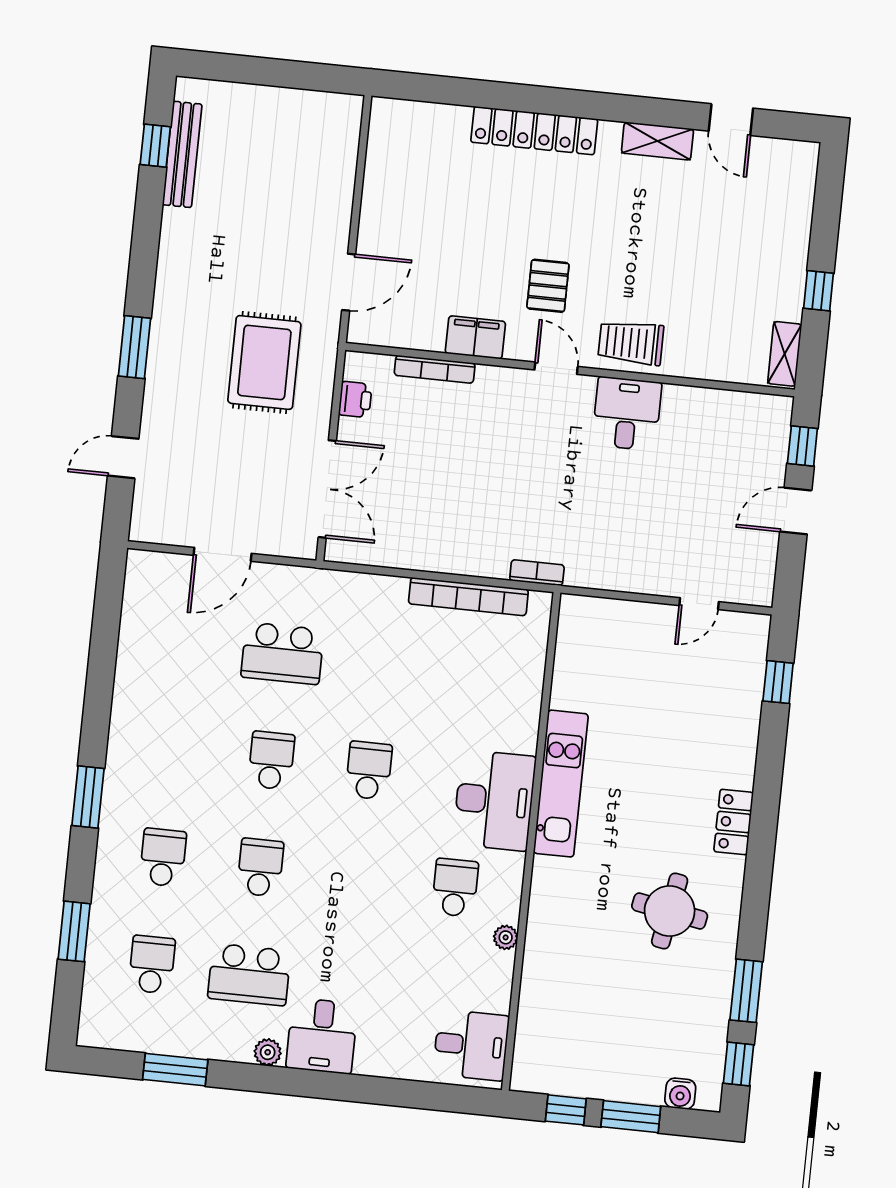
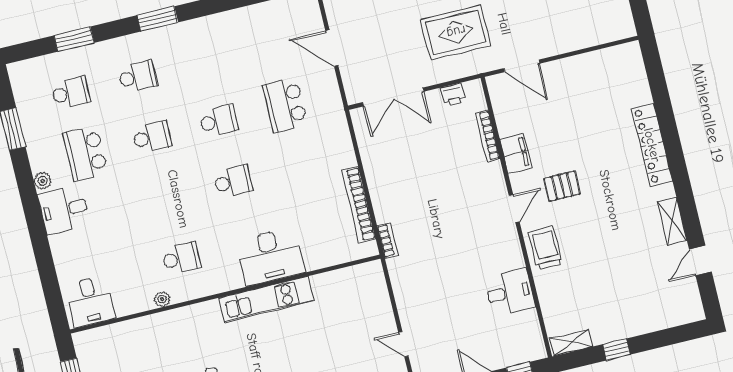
desk: (627, 414) -> (510, 292), moved
desk: (494, 800) -> (270, 256), moved

